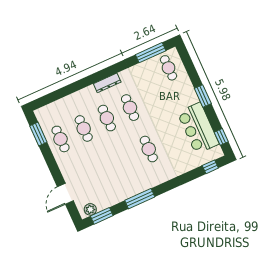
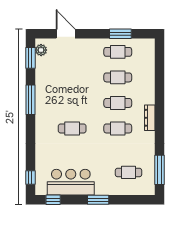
cafe table: (168, 68) -> (128, 172), moved
window: (38, 134) -> (120, 34), moved

